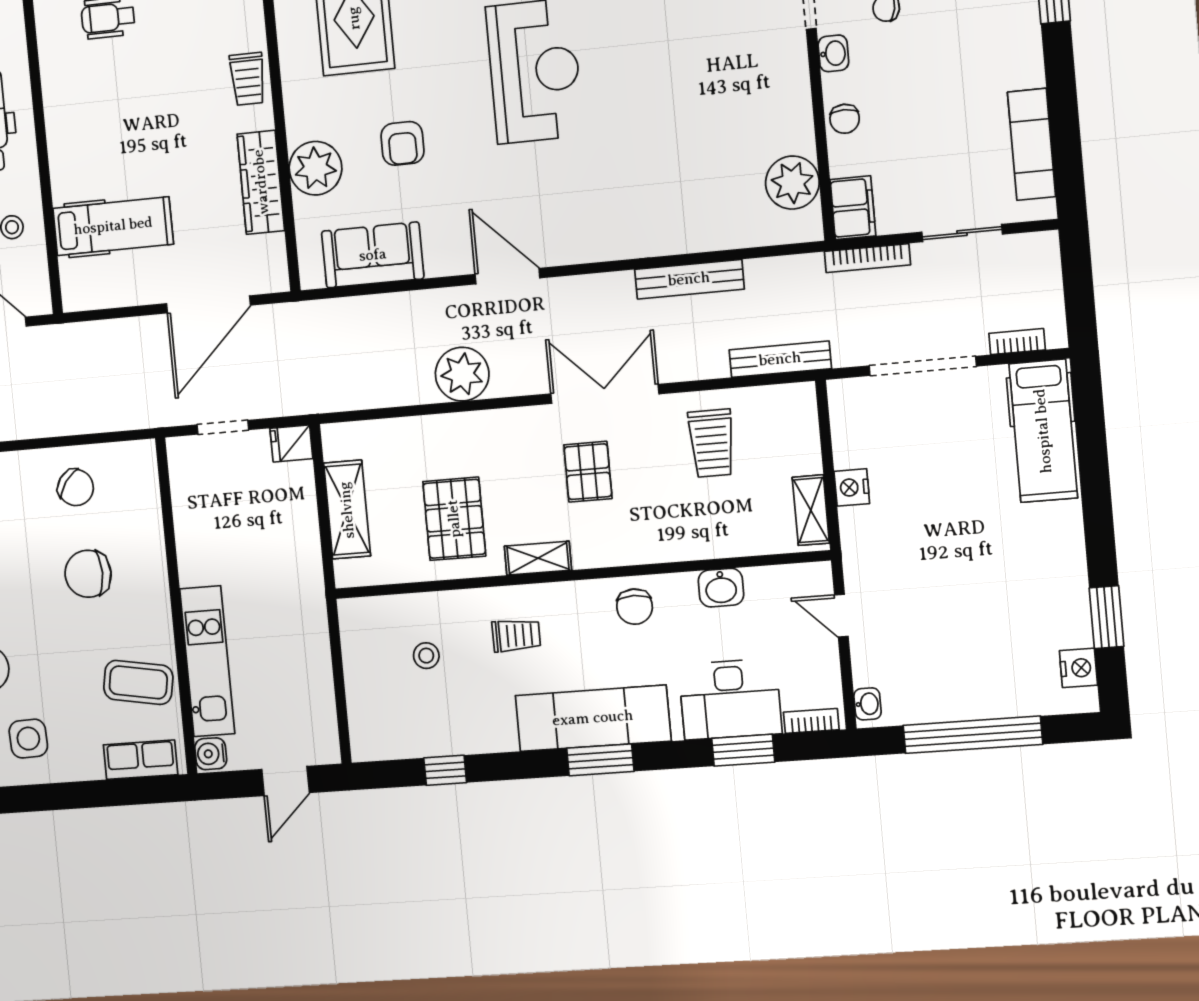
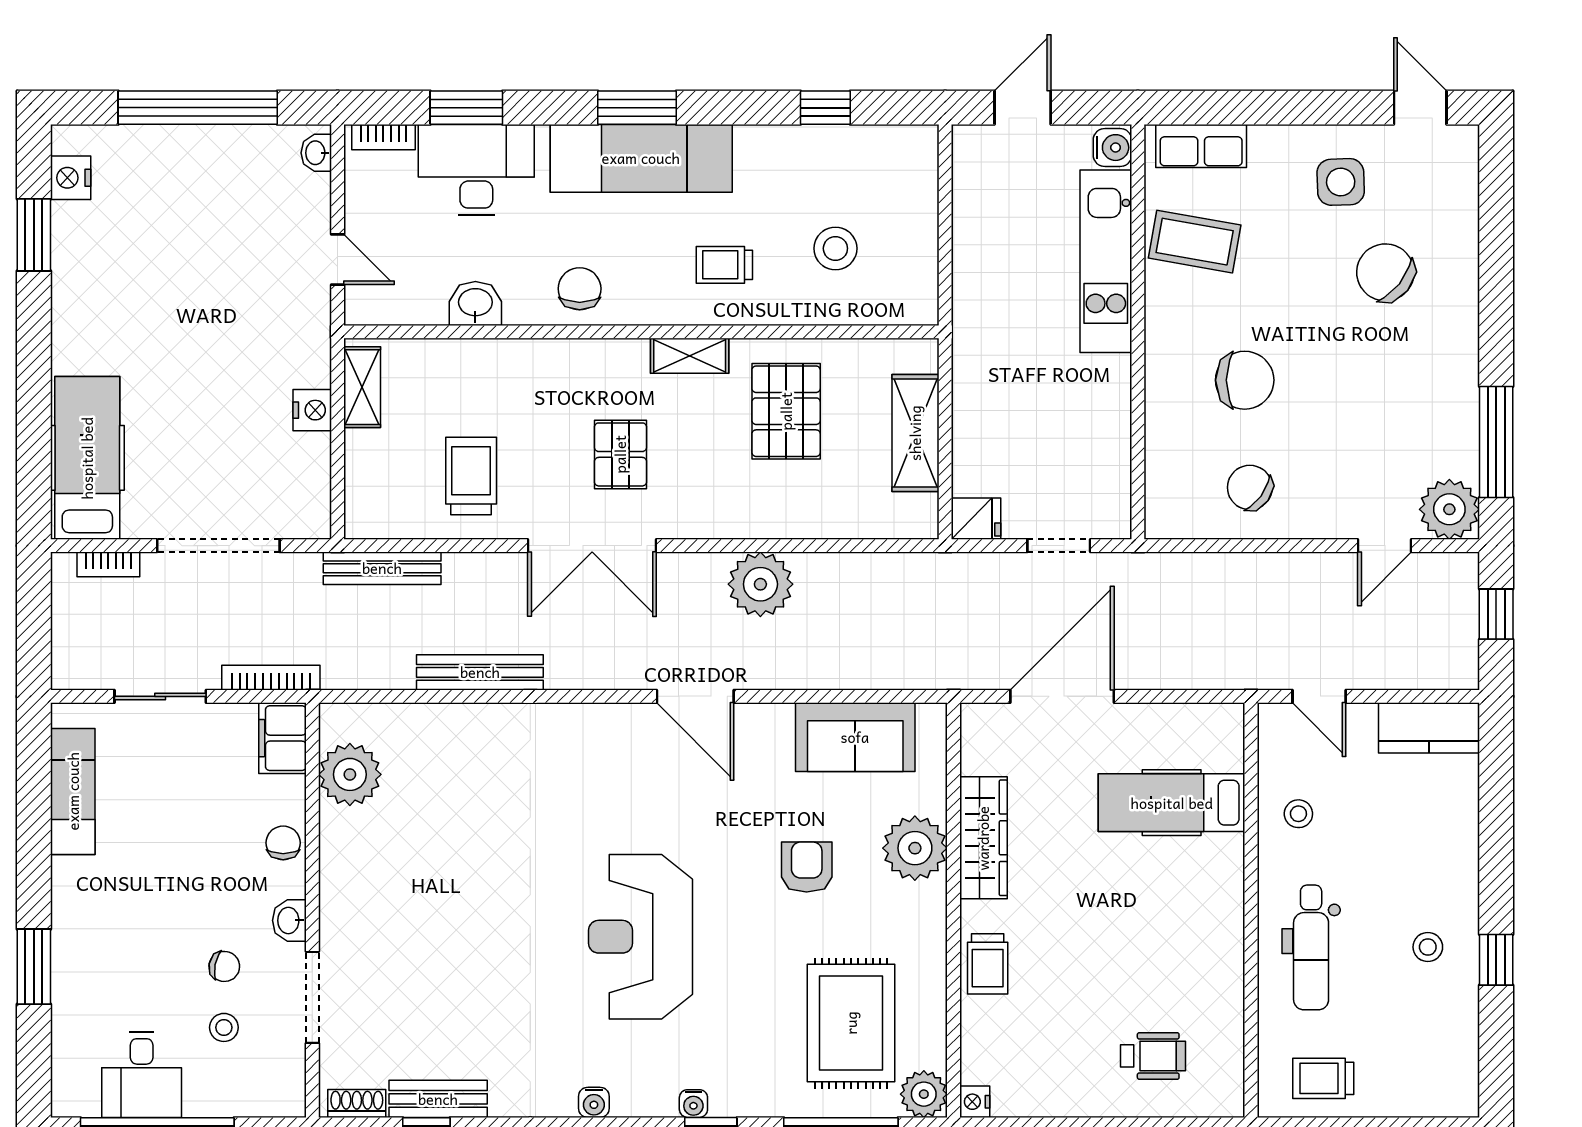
trolley: (248, 79) -> (988, 964), turned 180
stool: (426, 656) -> (835, 248), width x1.37, depth x1.37

